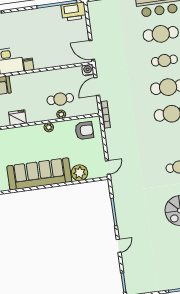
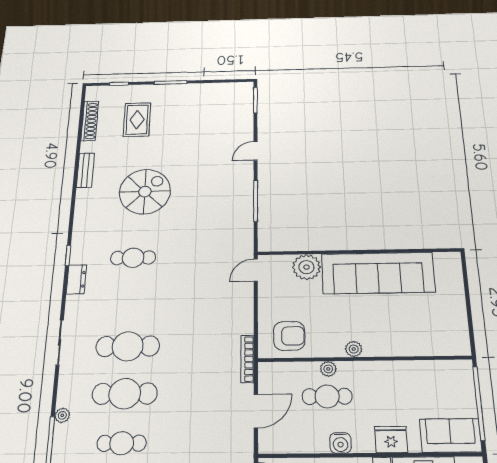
water cooler: (88, 70) -> (340, 443), moved
fridge: (18, 118) -> (391, 440), moved, turned 180
armchair: (84, 131) -> (289, 336), turned 180

